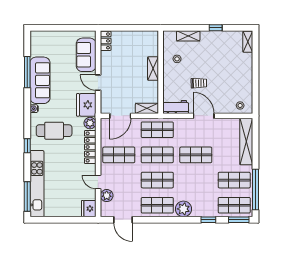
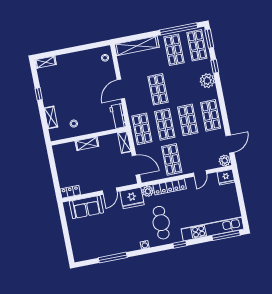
sofa: (40, 80) -> (118, 245), removed
trolley: (199, 83) -> (92, 99), removed
plant: (107, 196) -> (225, 161), moved
plant: (183, 209) -> (207, 81), moved

